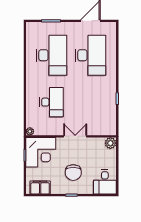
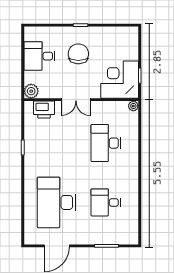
desk: (52, 55) -> (106, 202), width x0.53, depth x0.77
printer: (100, 129) -> (44, 110), added
desk: (105, 182) -> (39, 56), moved, turned -90
filing cabinet: (40, 188) -> (120, 35), removed

